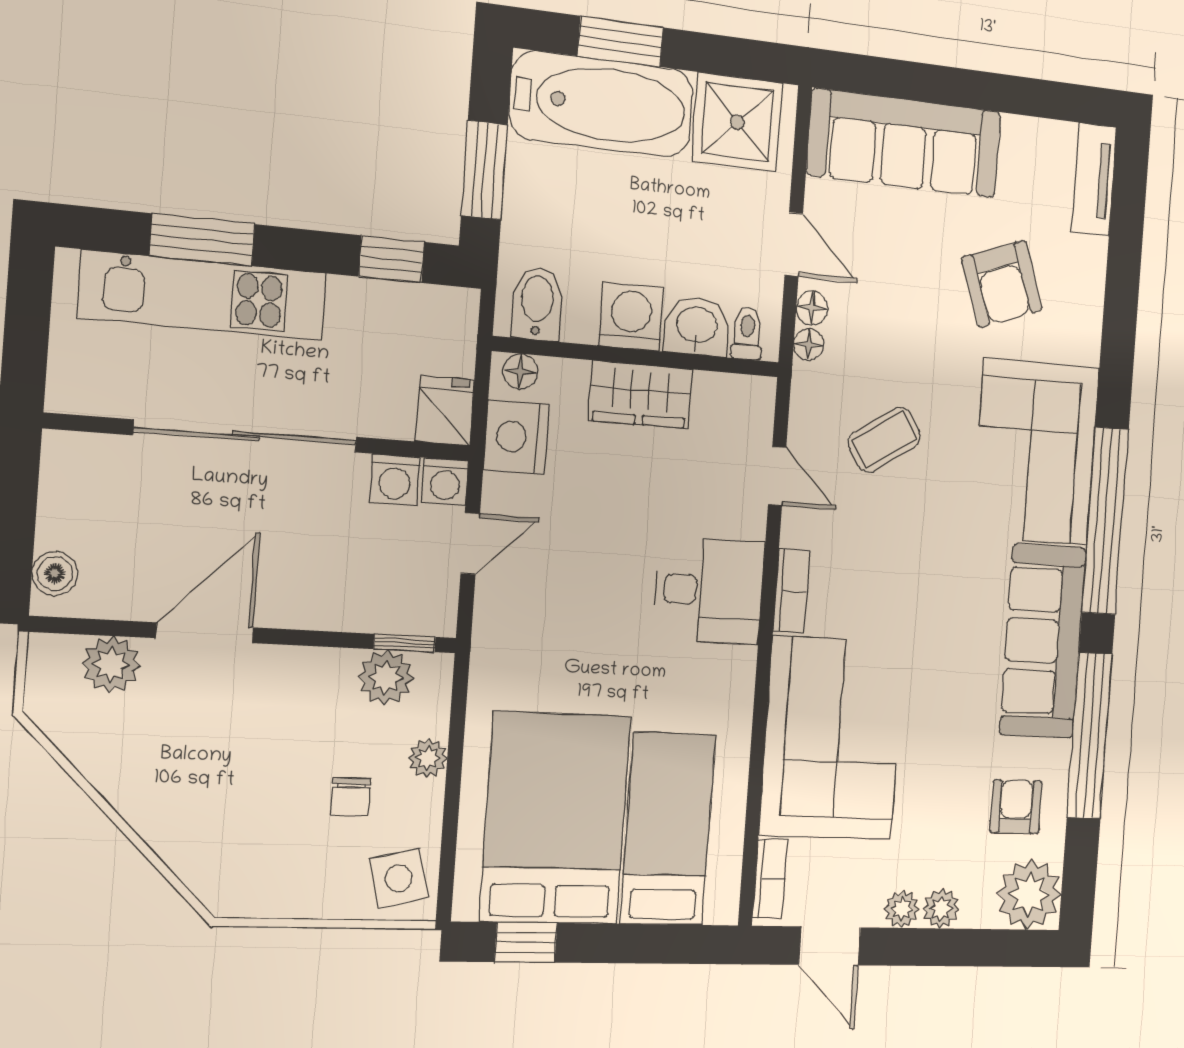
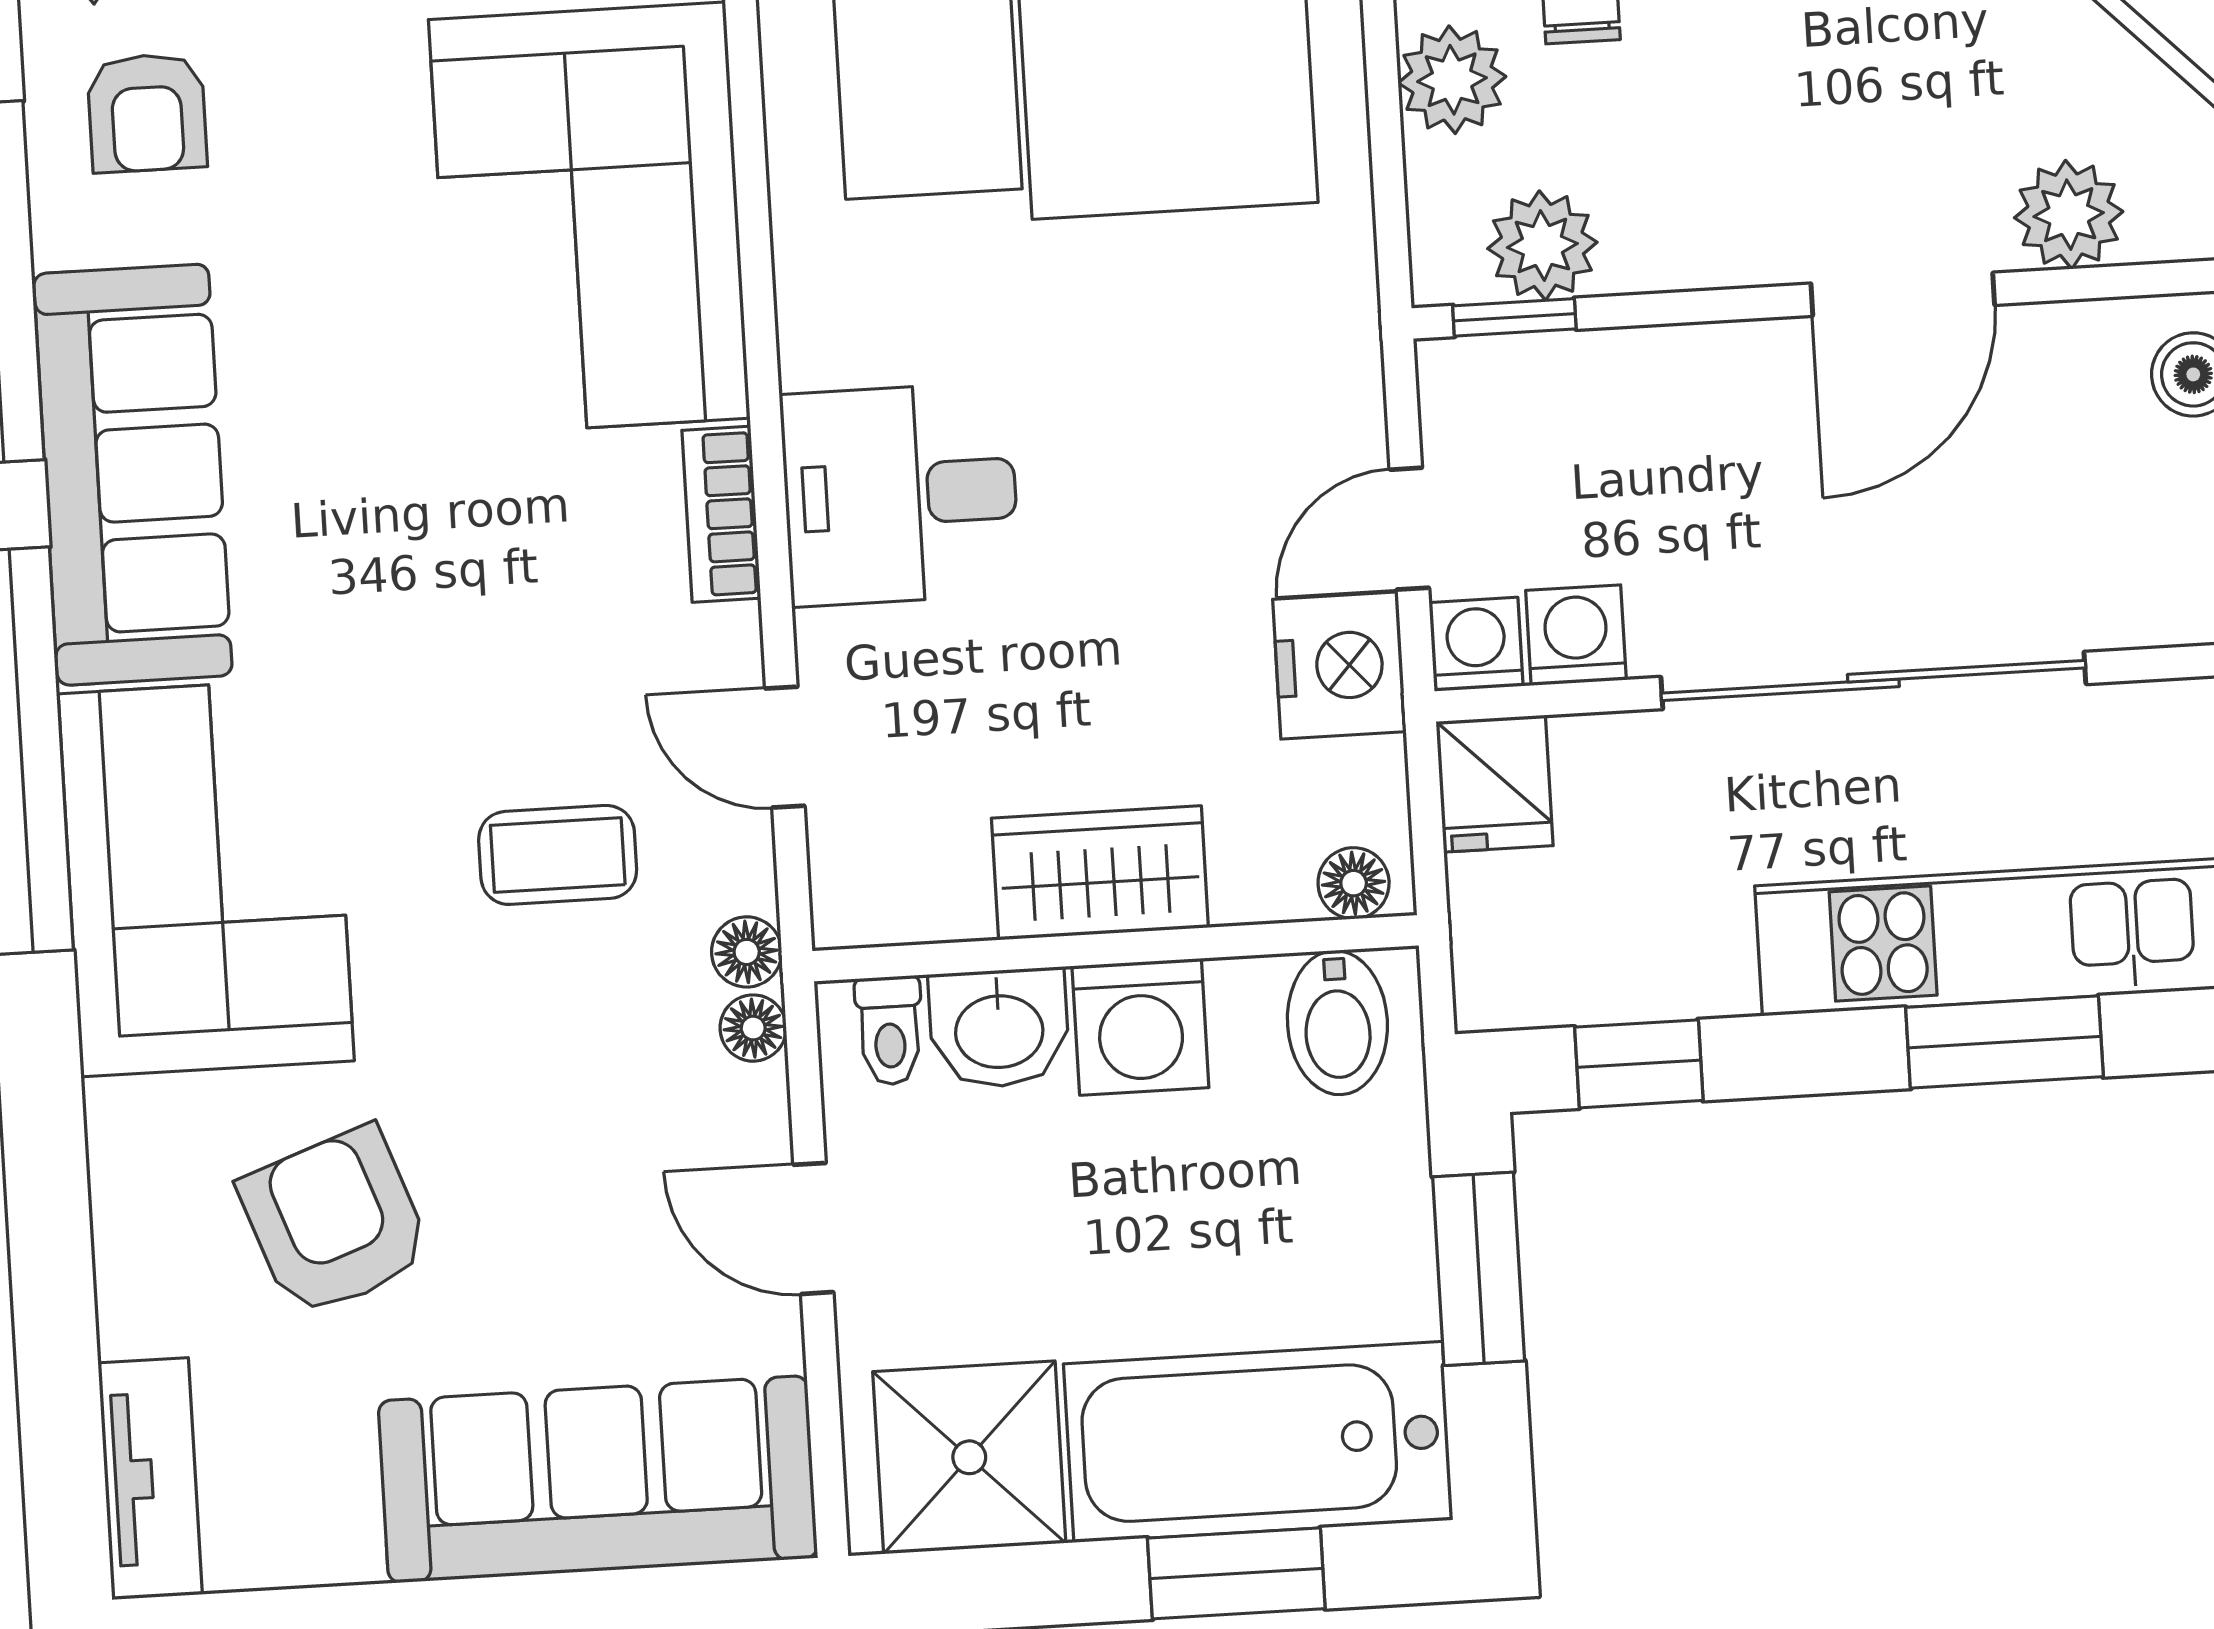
floor lamp: (812, 308) -> (747, 952), moved
nightstand: (516, 437) -> (1339, 666), moved
coffee table: (884, 440) -> (558, 855), turned 33
plant: (428, 758) -> (1452, 80), width x1.38, depth x1.38

